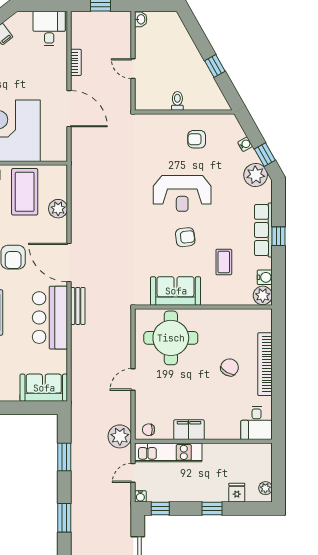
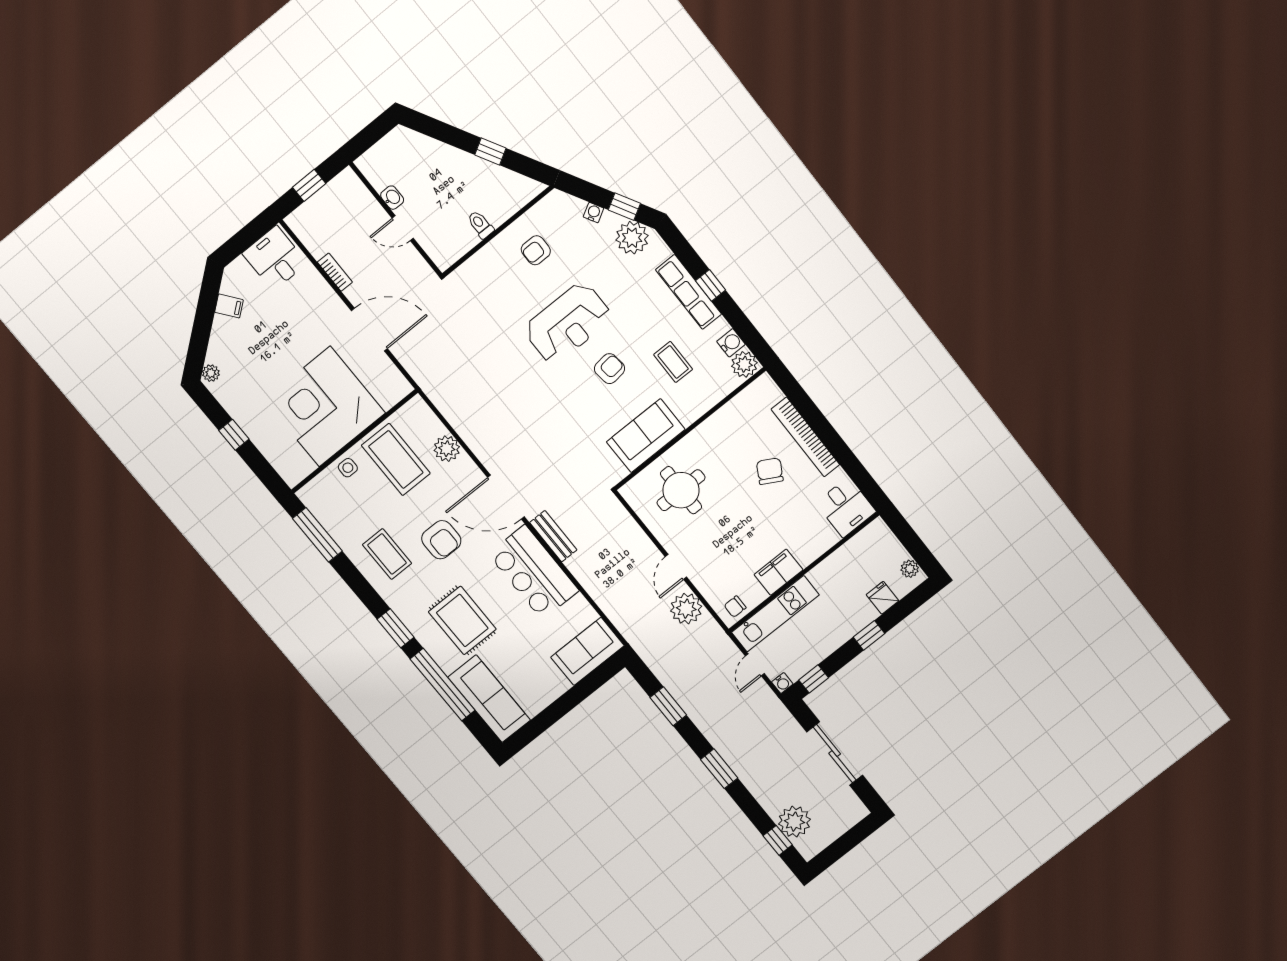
washbasin: (141, 19) -> (392, 198), moved
round table: (171, 338) -> (681, 490), width x0.73, depth x0.73
plant: (120, 436) -> (686, 609), moved

